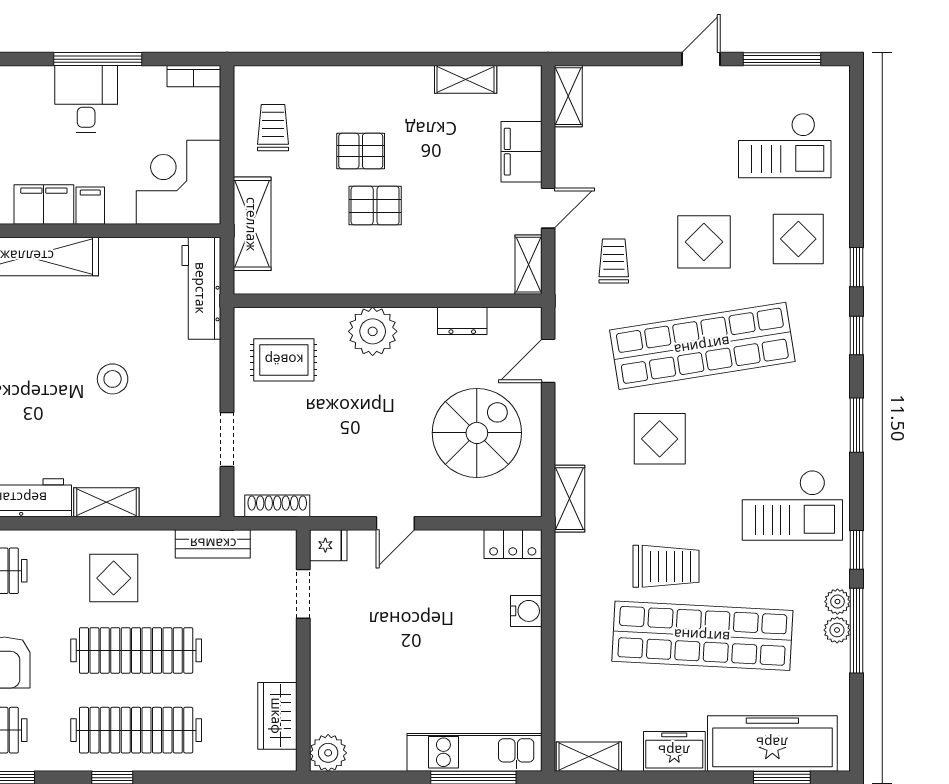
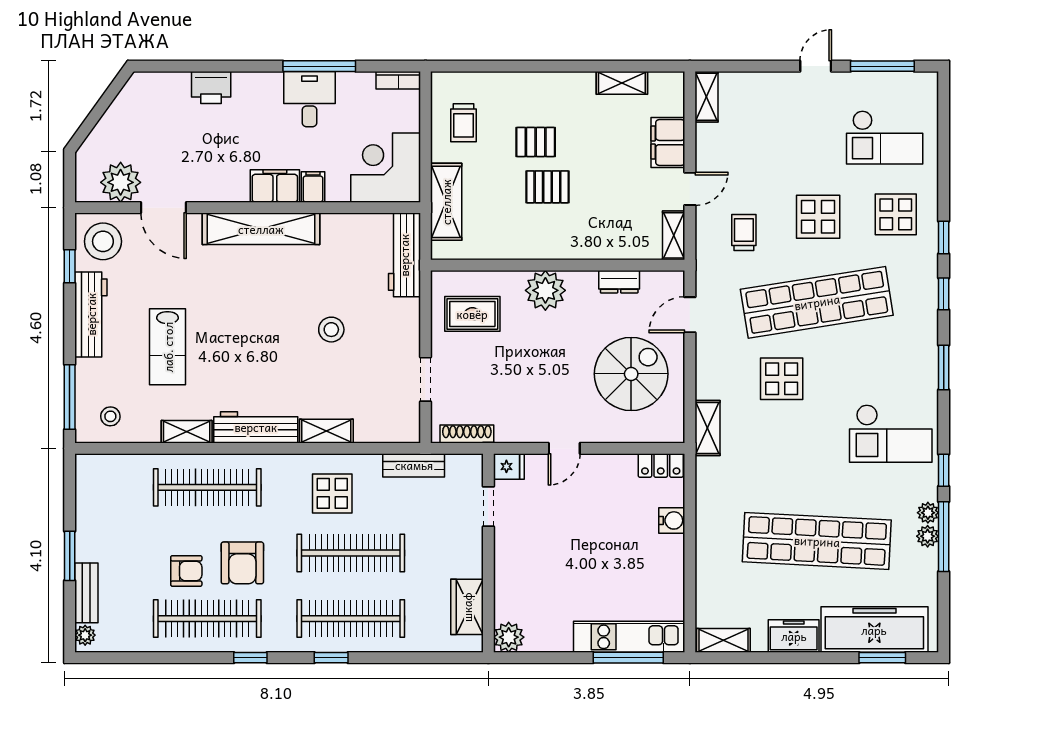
trolley: (273, 128) -> (463, 123), turned 180
trolley: (666, 566) -> (787, 484), removed

